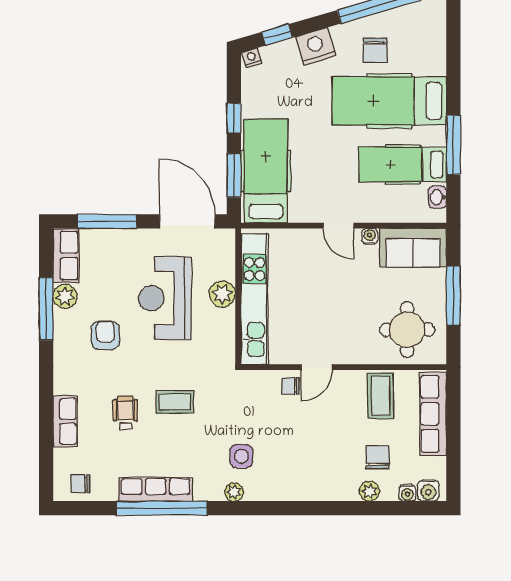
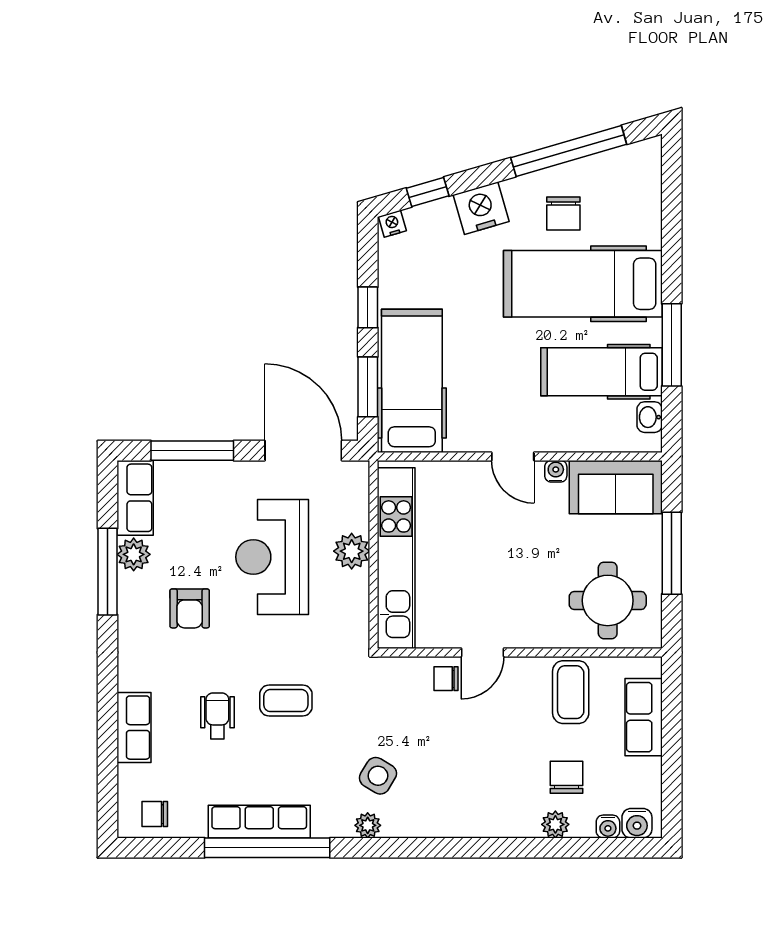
armchair: (105, 335) -> (190, 608), turned 180
row of seats: (433, 414) -> (644, 717), width x0.68
side table: (241, 456) -> (378, 776), turned 31

